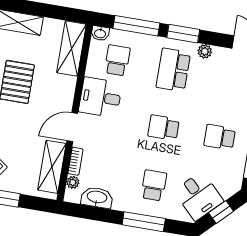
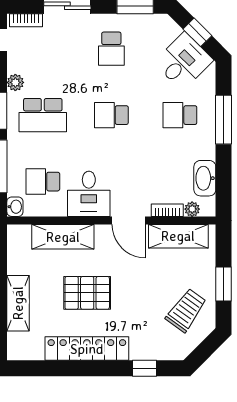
shelving: (71, 48) -> (63, 237), moved
school desk: (164, 128) -> (111, 115), turned 90

